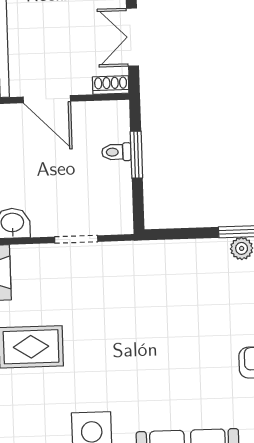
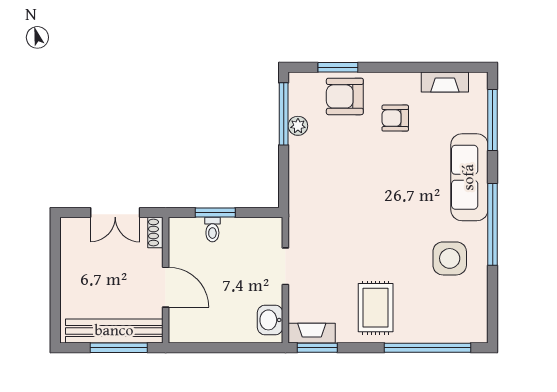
door: (47, 99) -> (166, 287), hinge flipped

